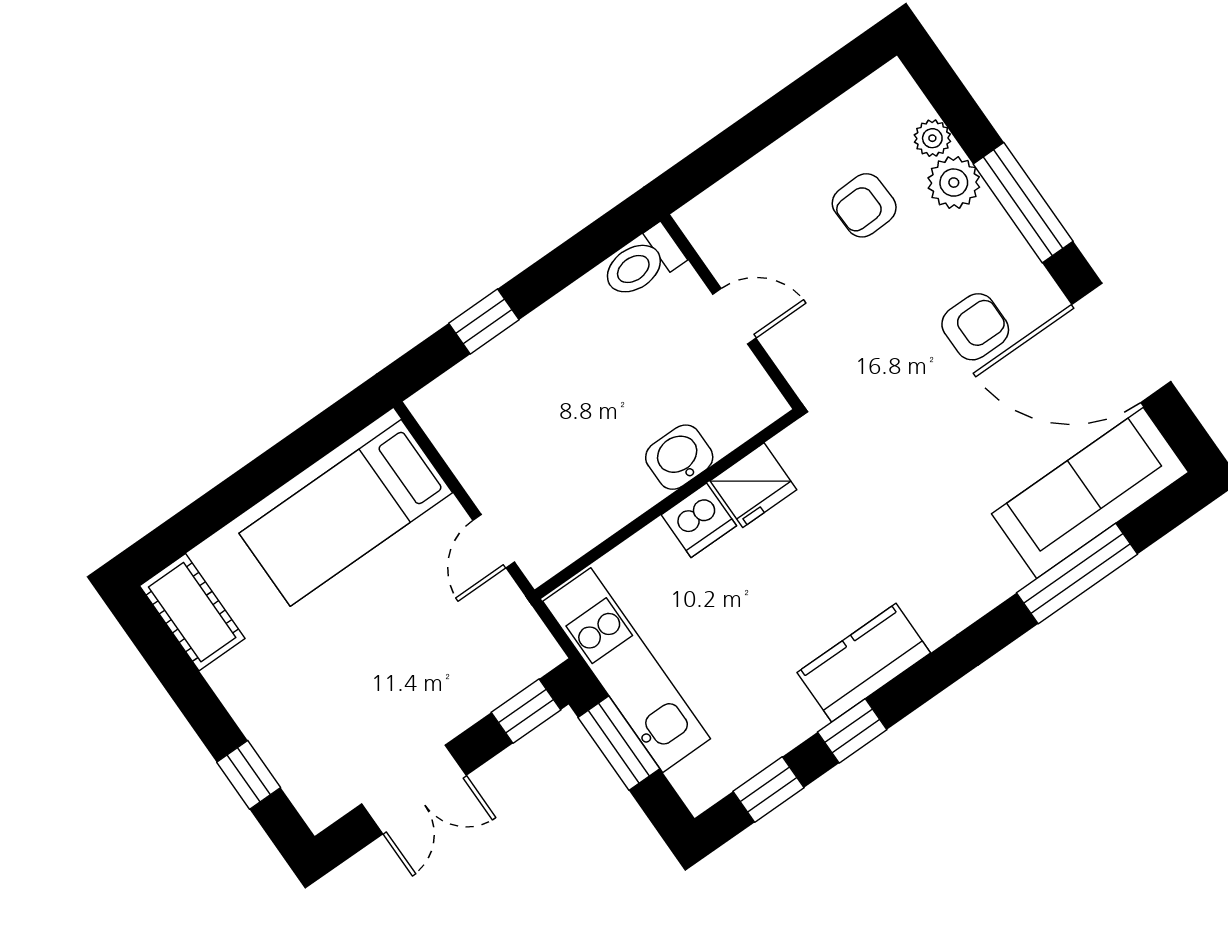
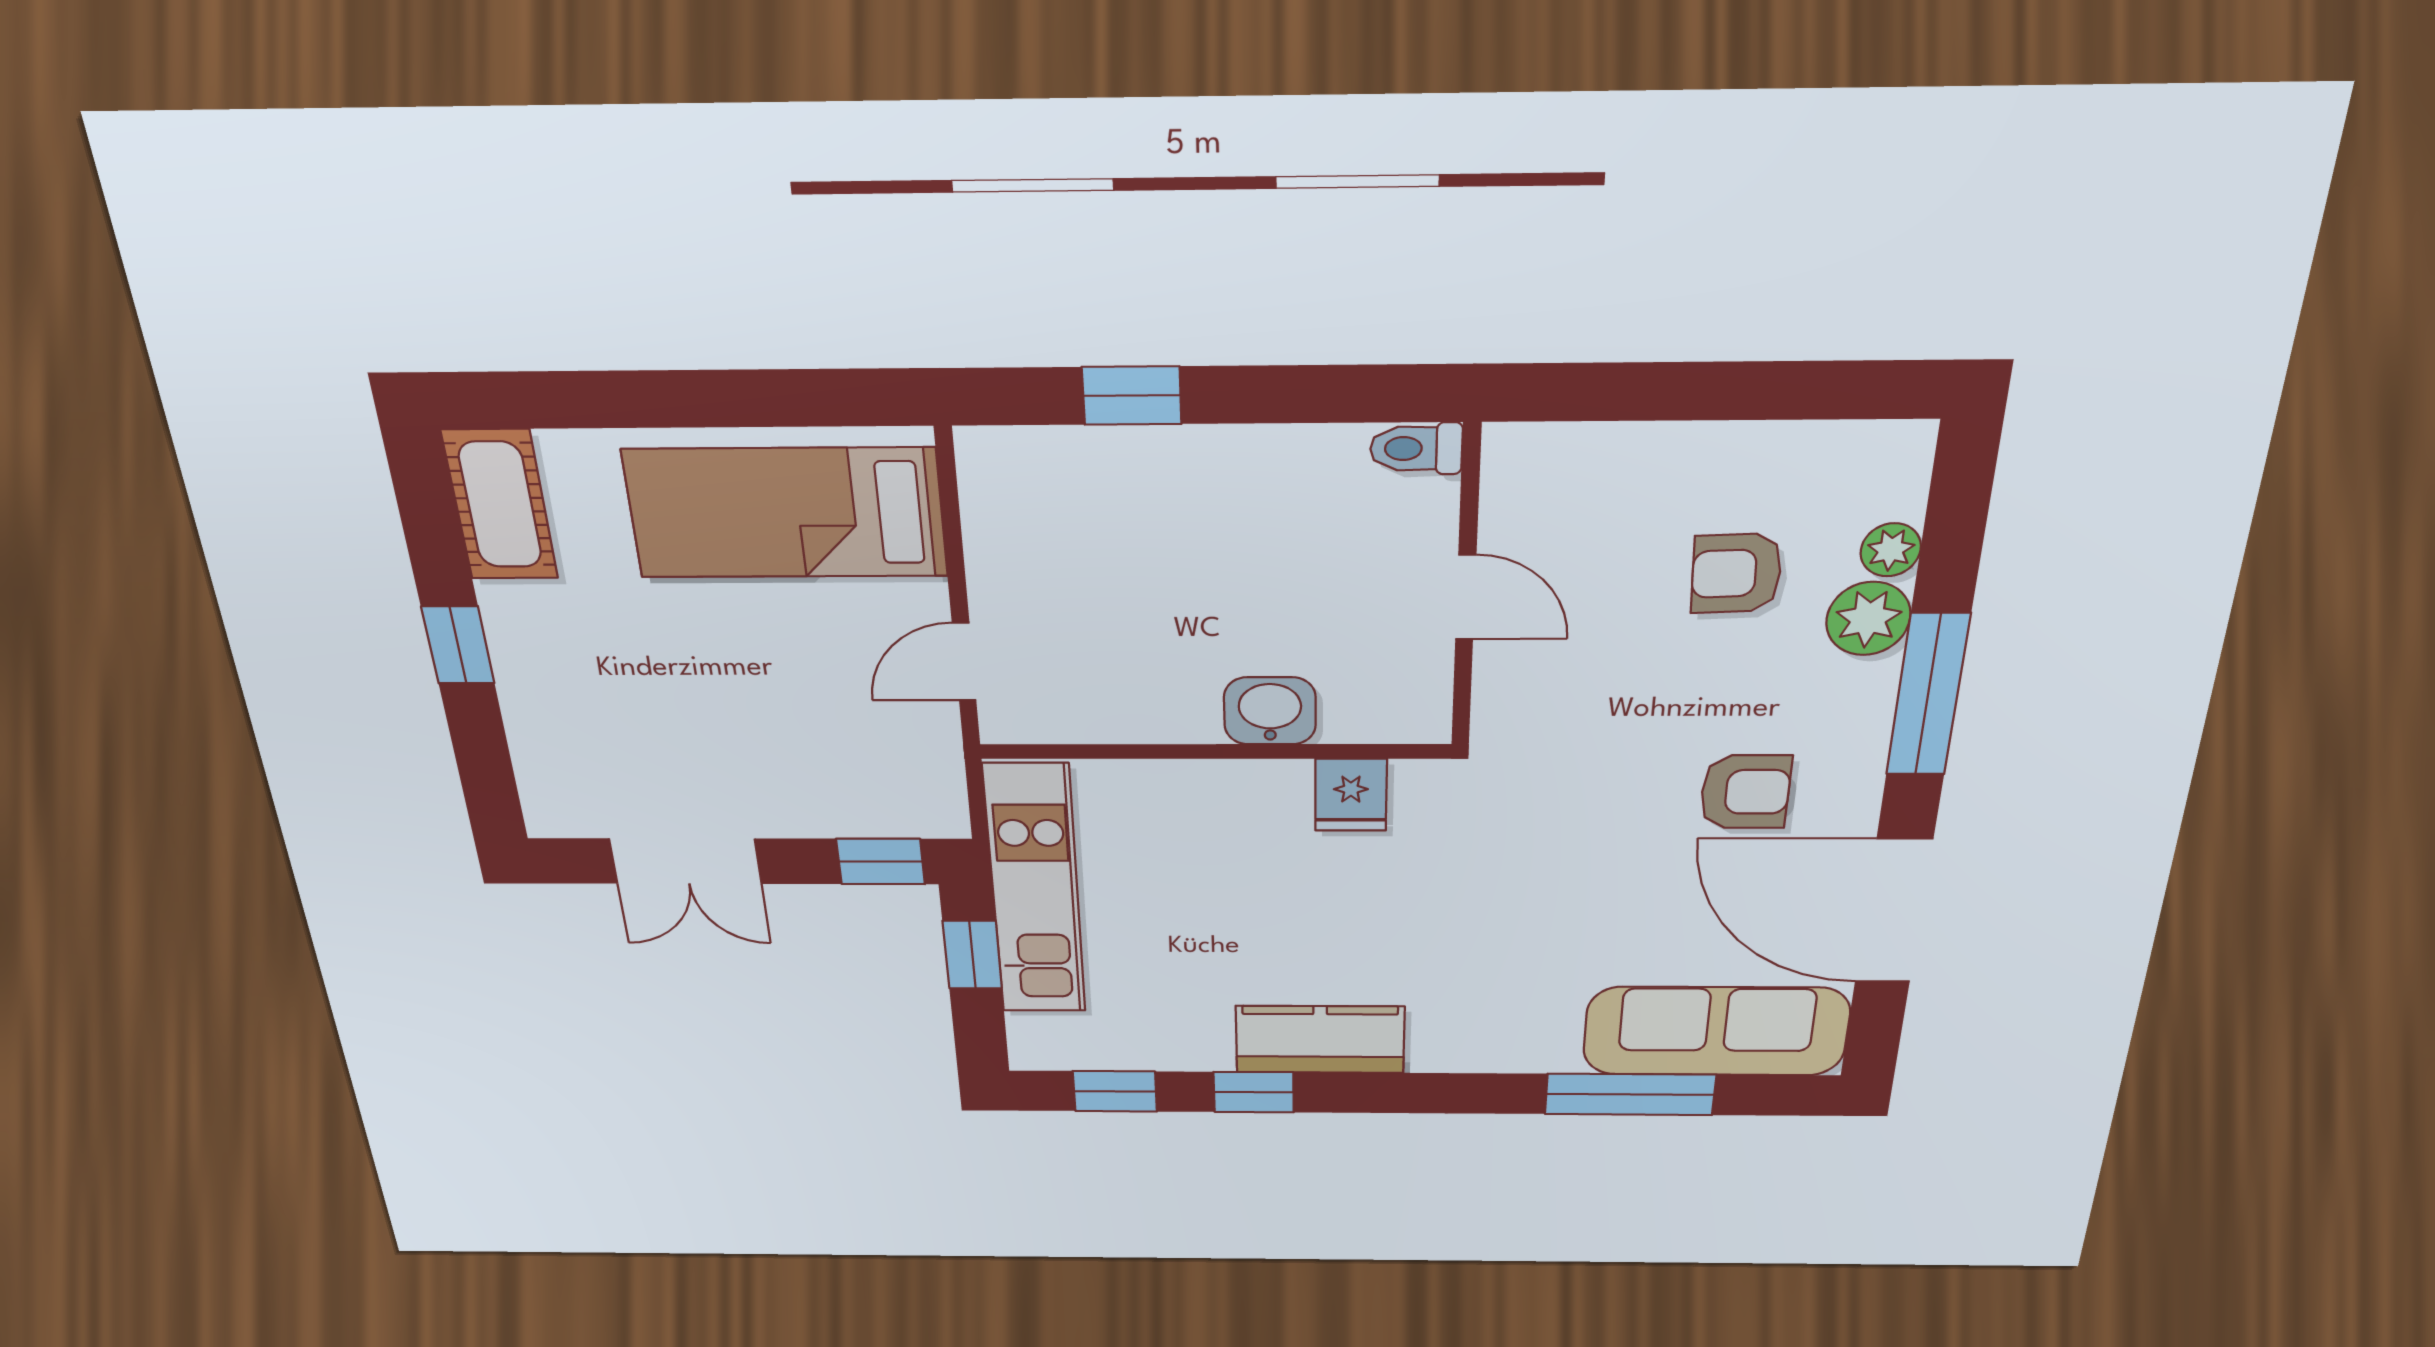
toilet: (642, 263) -> (1416, 448), width x0.73, depth x0.72
fridge: (753, 485) -> (1351, 795), width x0.72
dishwasher: (699, 520) -> (1241, 792), removed
window: (619, 743) -> (972, 955), width x0.67
window: (249, 775) -> (458, 645), moved

